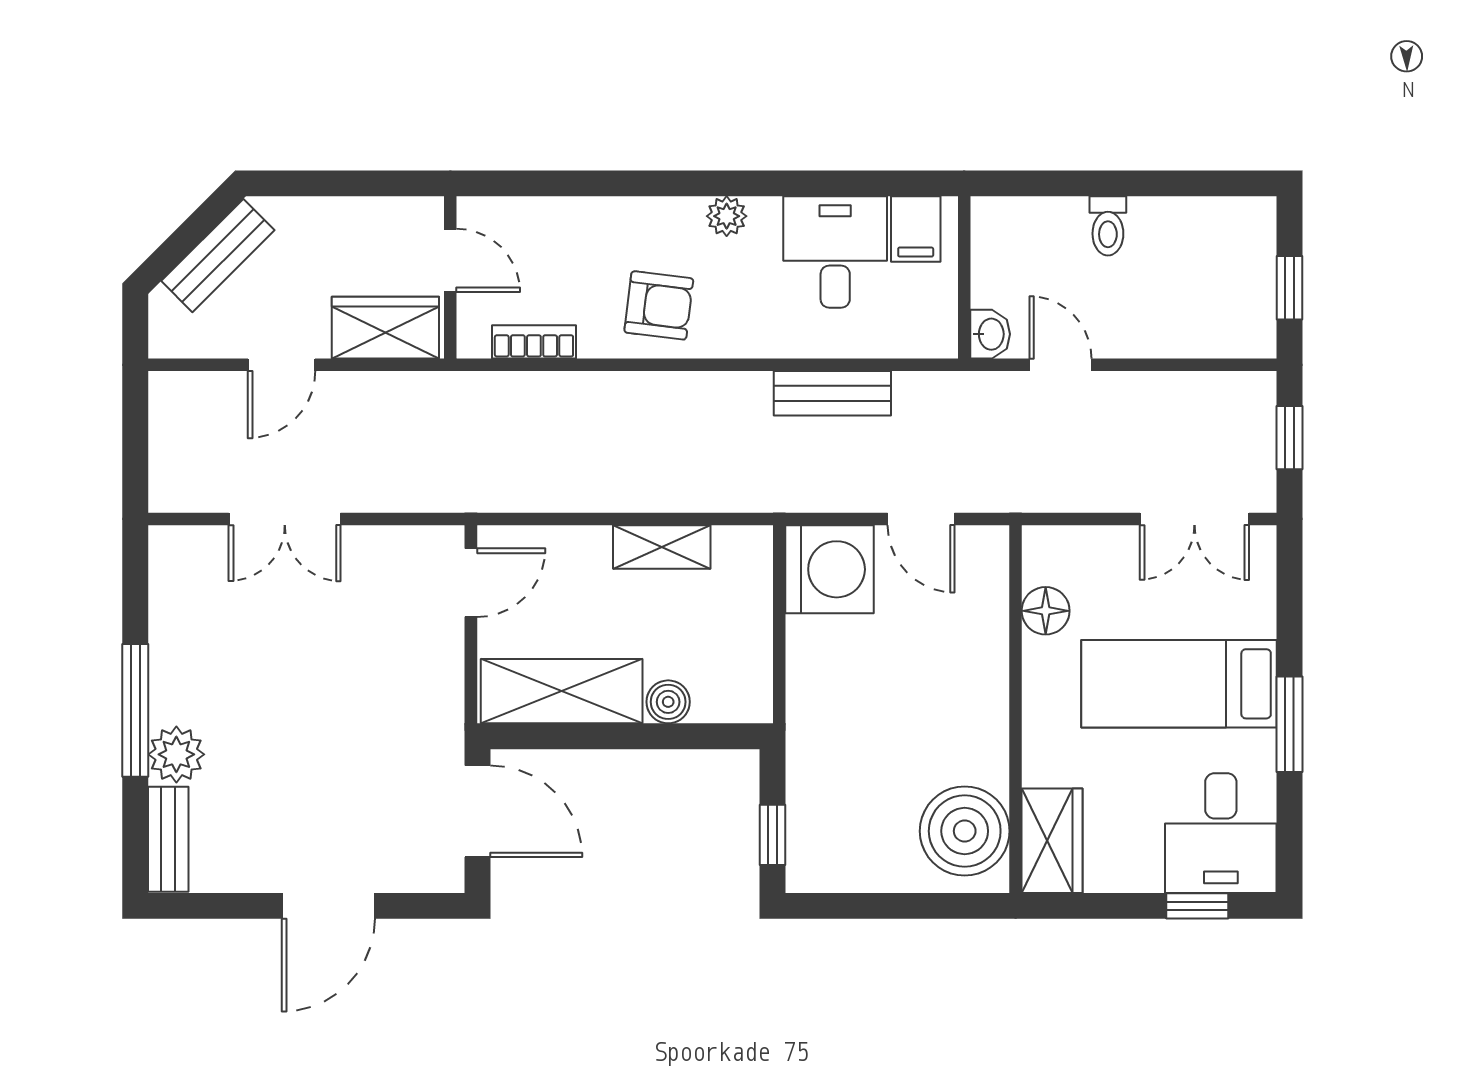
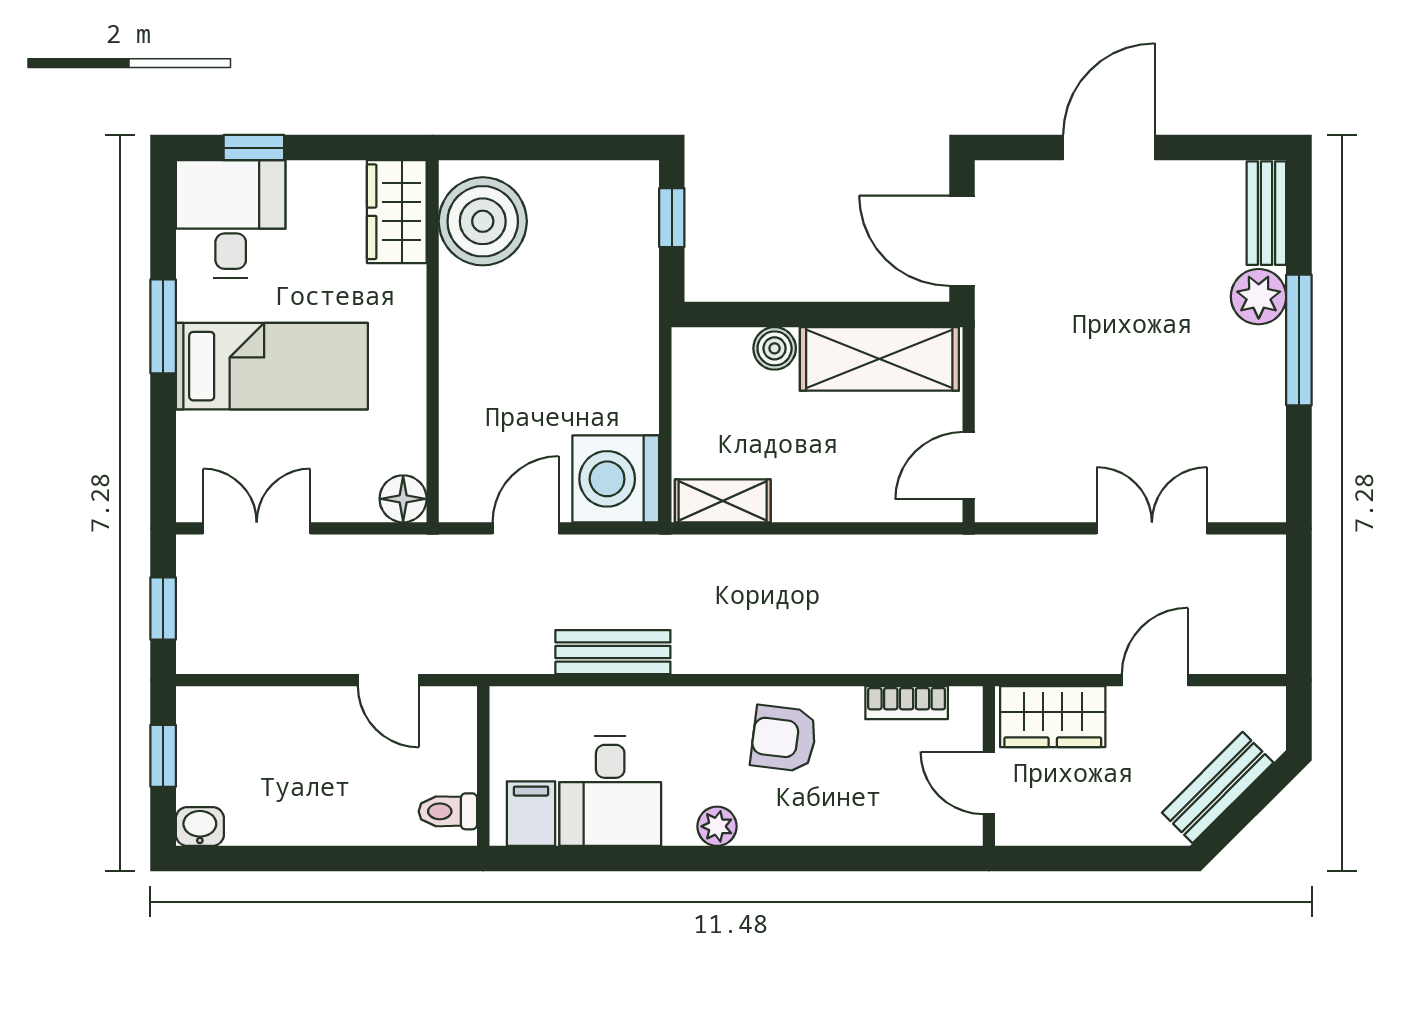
toilet: (1108, 226) -> (448, 811), moved, turned -90
washbasin: (990, 334) -> (200, 826), moved, turned 90
door: (921, 519) -> (526, 528), hinge flipped
shelving: (662, 547) -> (723, 501), moved
floor lamp: (1046, 611) -> (403, 499), moved

